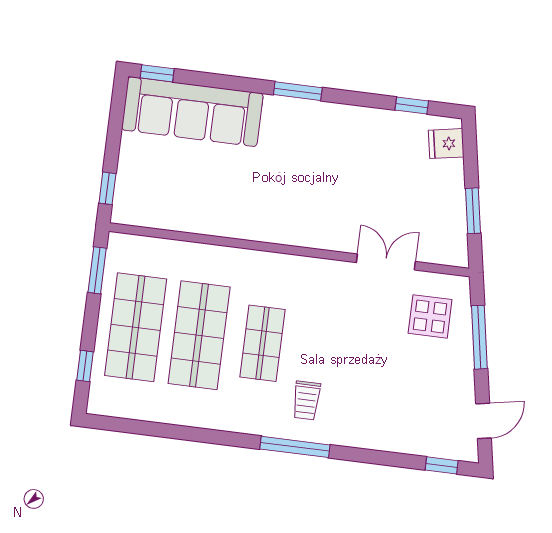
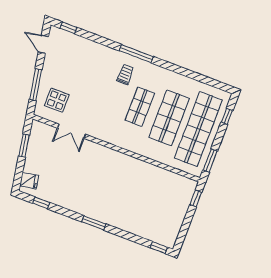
sofa: (192, 112) -> (146, 225), removed
shop shelf: (136, 327) -> (198, 129), width x1.40
door: (483, 421) -> (43, 44), hinge flipped

